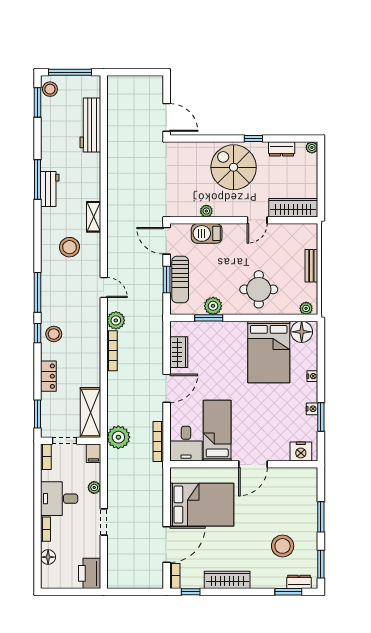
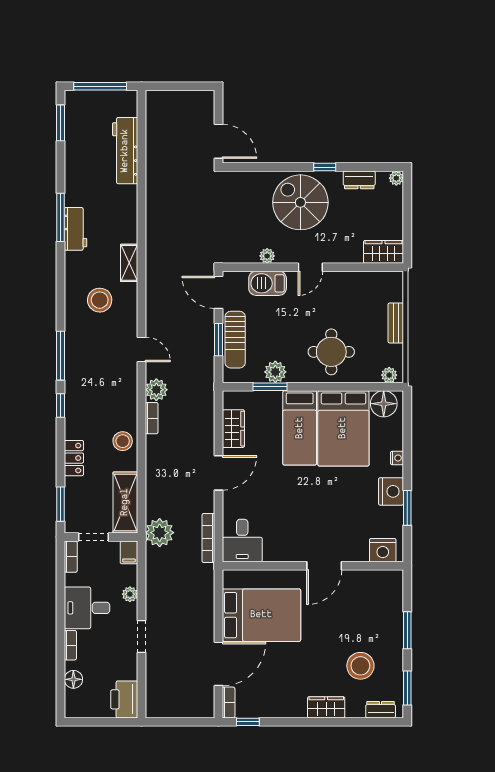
stool: (50, 89) -> (76, 107), removed
wardrobe: (293, 208) -> (384, 252), width x0.67
door: (257, 220) -> (310, 267), moved
stool: (54, 334) -> (123, 441), moved
bookcase: (112, 351) -> (152, 418), width x0.64
nightstand: (312, 409) -> (391, 491), width x1.89, depth x1.79
bed: (217, 431) -> (300, 428), moved, turned 180
wardrobe: (227, 580) -> (326, 707), moved, width x0.67
window: (288, 592) -> (368, 722), removed

